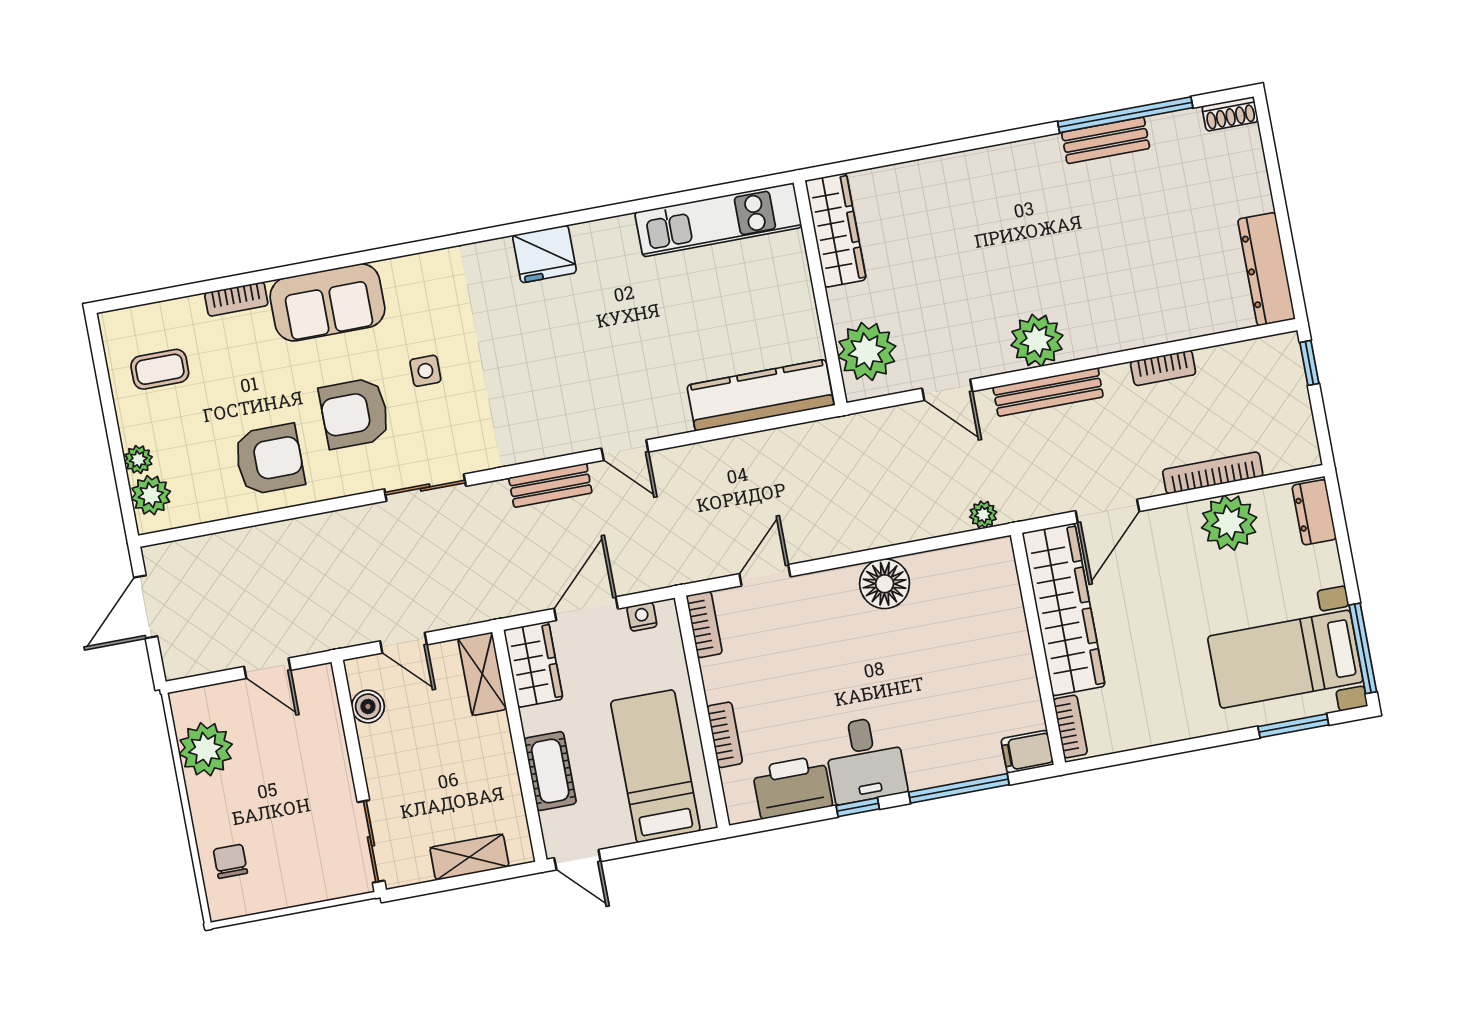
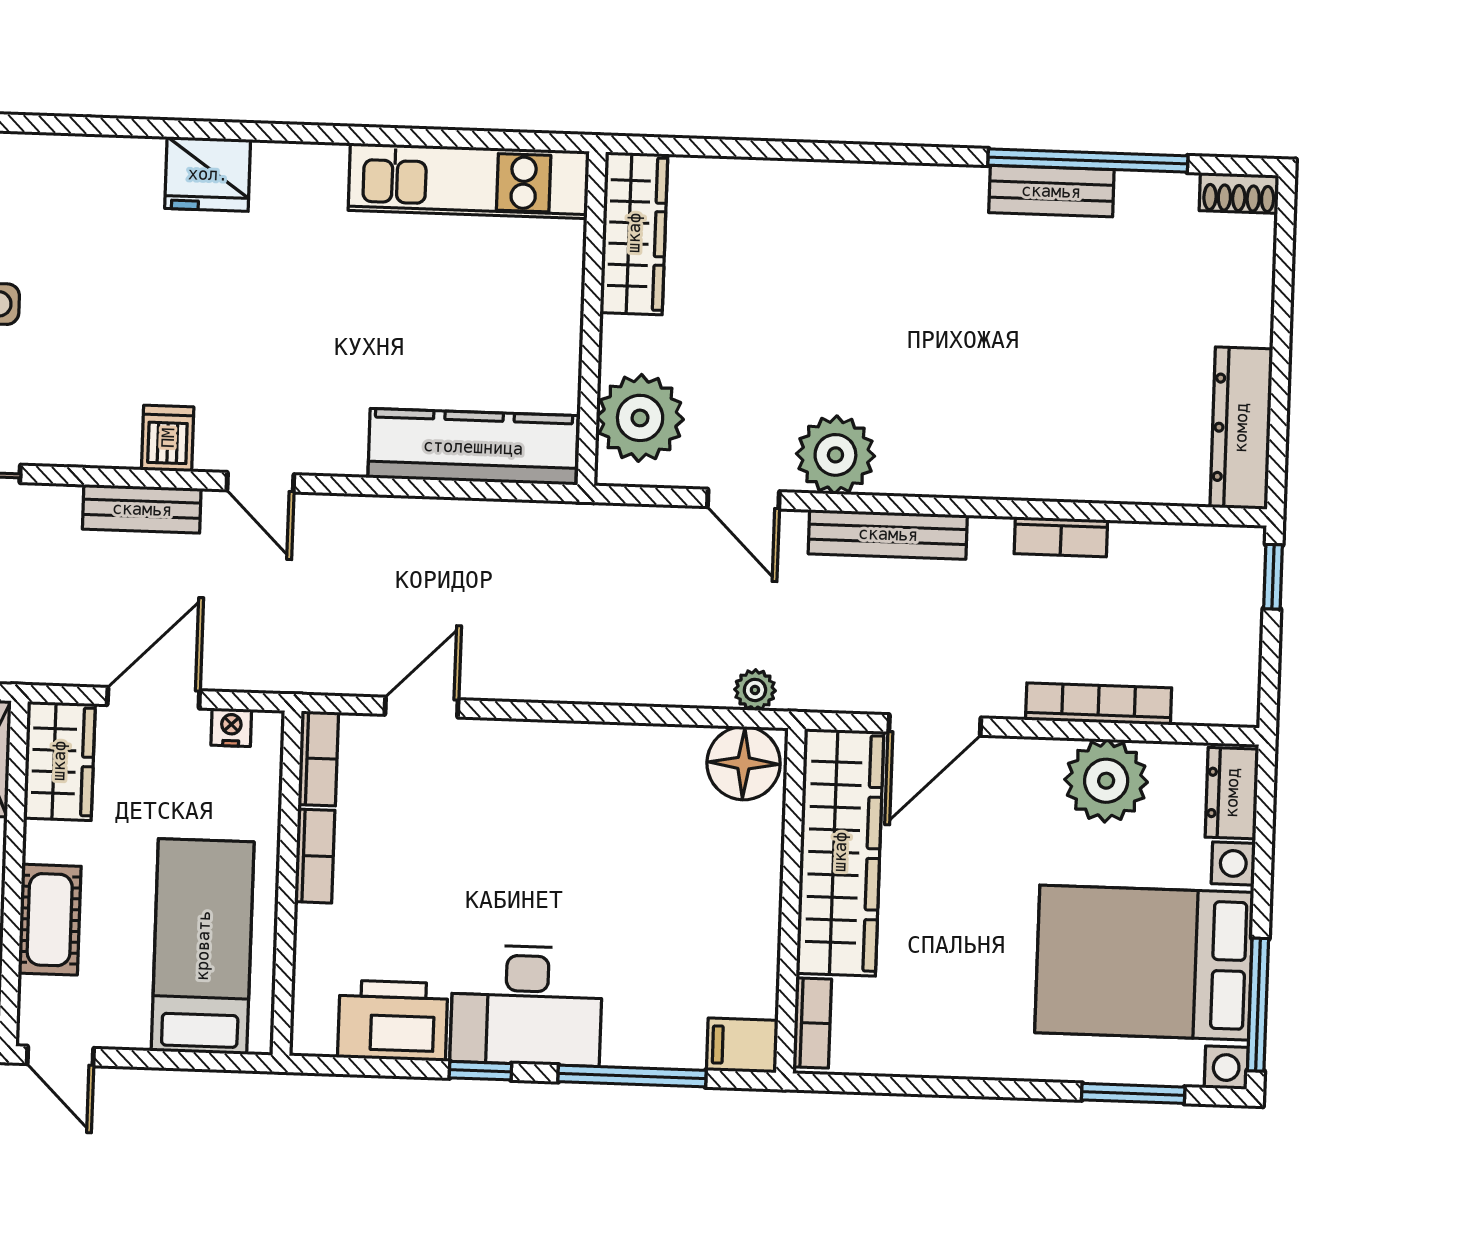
plant: (1037, 340) -> (835, 455), moved
dishwasher: (557, 435) -> (168, 438), added
floor lamp: (885, 584) -> (744, 763), moved
bed with nightstands: (1285, 659) -> (1144, 963), width x1.36
bookcase: (725, 735) -> (315, 856), moved
desk: (865, 760) -> (526, 1005), width x1.37

